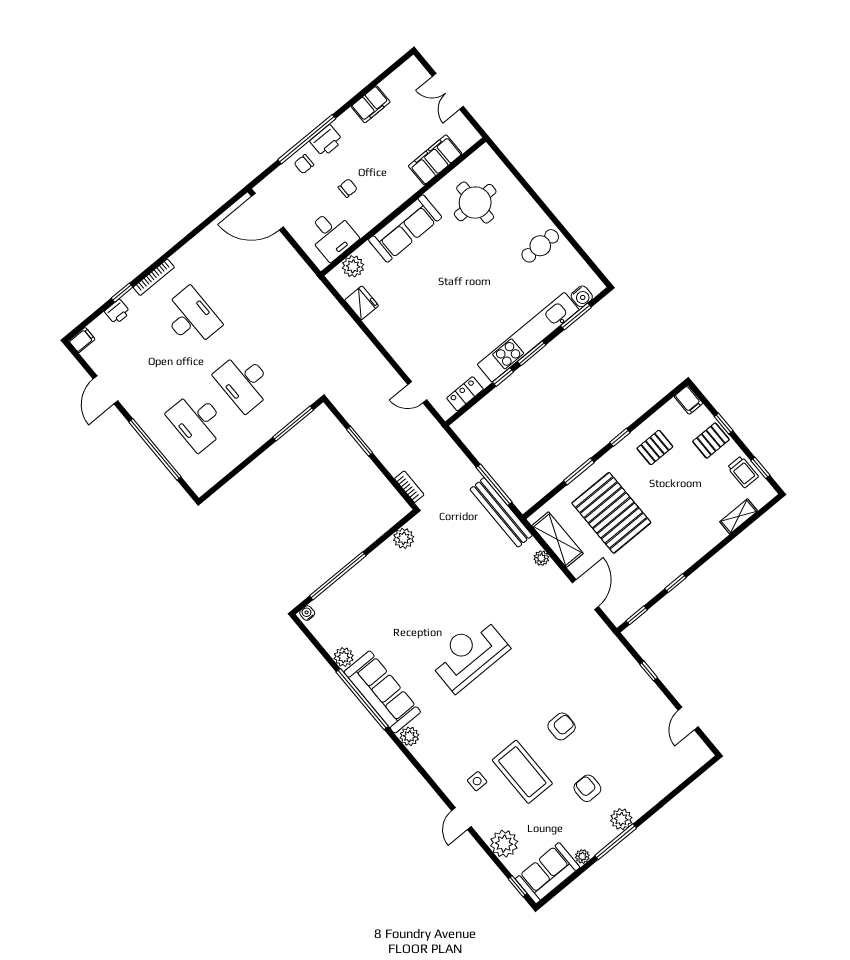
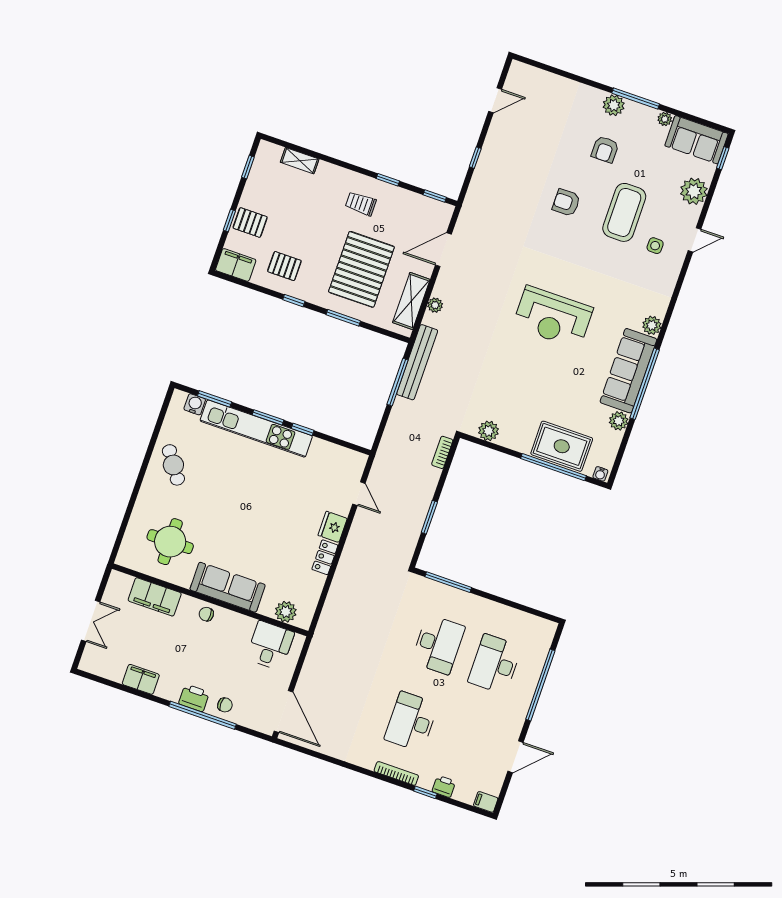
chair: (348, 188) -> (206, 614), moved
cafe table: (540, 246) -> (173, 465), turned 55
fridge: (362, 303) -> (333, 527), moved
locker: (465, 394) -> (325, 557), moved, turned 90
filing cabinet: (688, 400) -> (236, 265), width x2.00
desk: (197, 421) -> (495, 664), turned 180
trolley: (743, 472) -> (361, 204), moved, turned -90
rug: (352, 594) -> (562, 446), added

